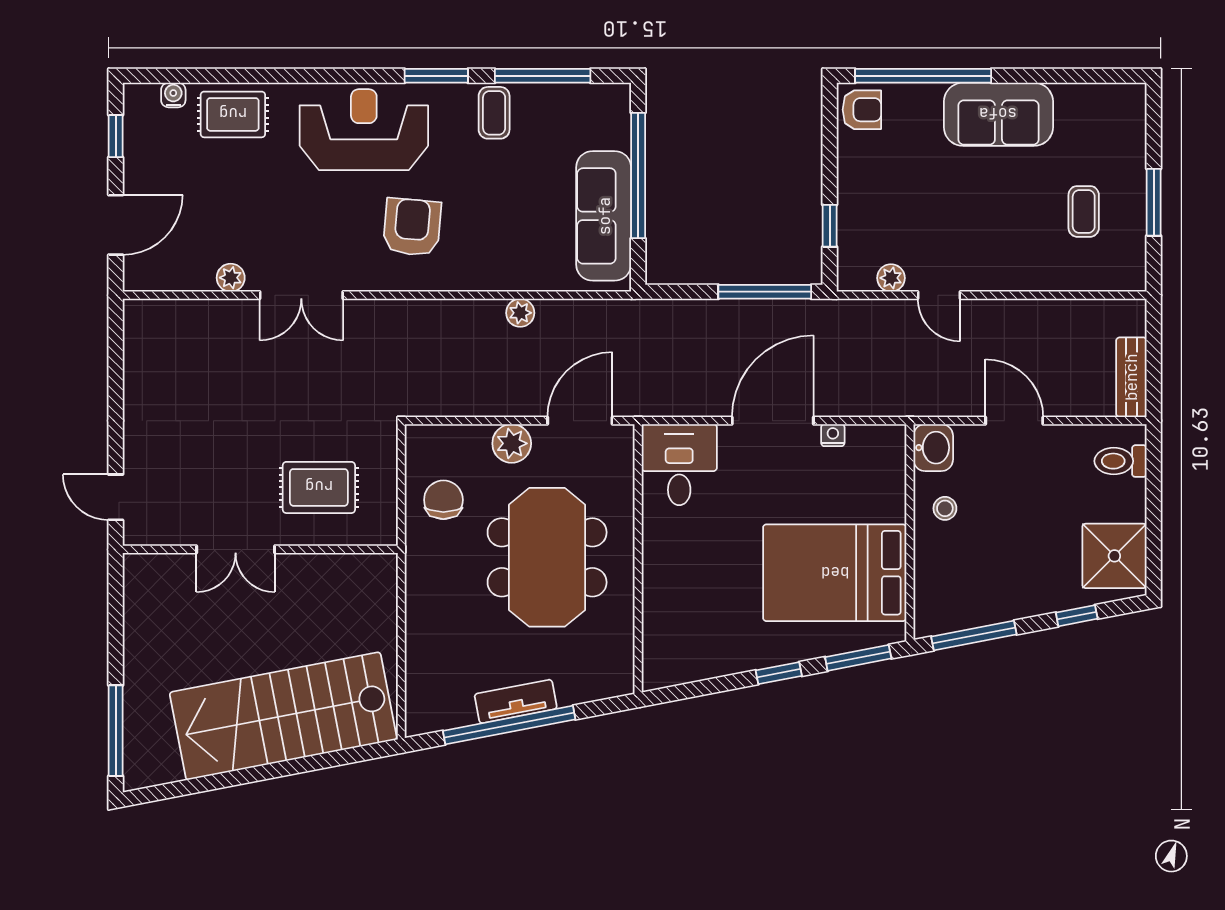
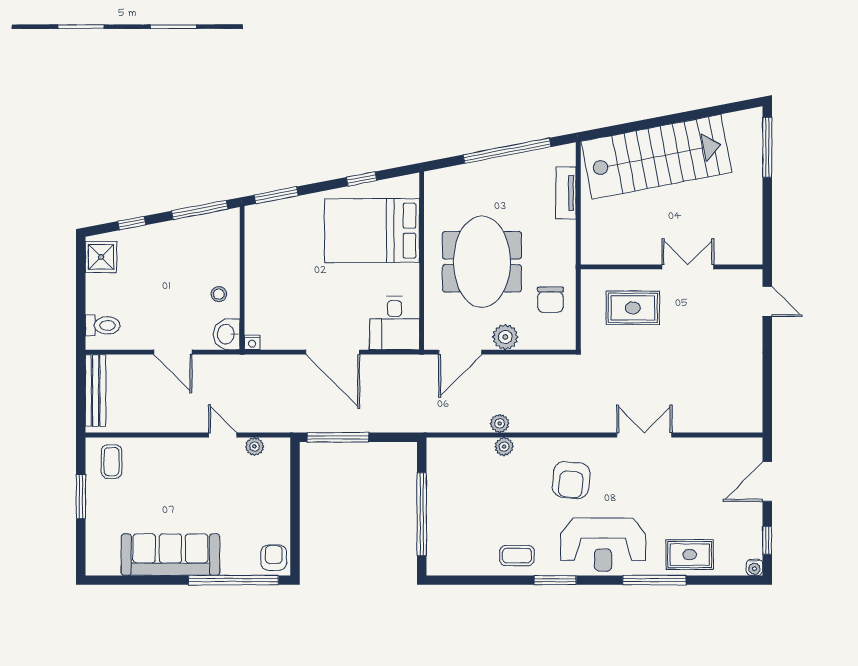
window: (543, 76) -> (654, 580), moved
water cooler: (173, 95) -> (754, 567), moved
armchair: (862, 110) -> (274, 558), turned 90
coffee table: (494, 113) -> (517, 556), turned 90
sofa: (998, 114) -> (170, 555), width x1.36
coffee table: (1084, 211) -> (112, 462), moved
sofa: (604, 216) -> (445, 487), removed
window: (830, 226) -> (295, 481), removed
plant: (231, 278) -> (504, 447), moved
bench: (1131, 377) -> (96, 390), width x1.36
door: (773, 421) -> (333, 352), hinge flipped
nightstand: (833, 435) -> (252, 343), moved
shower: (1114, 556) -> (101, 257), width x0.73, depth x0.73
bed: (835, 573) -> (372, 231), moved, turned 180
window: (779, 673) -> (361, 179), moved
tv unit: (516, 701) -> (566, 193), moved, turned 101

